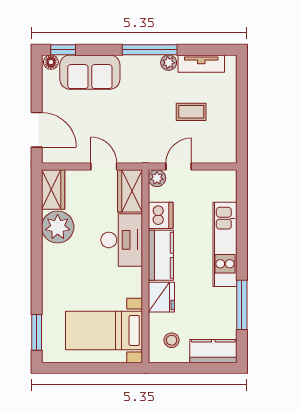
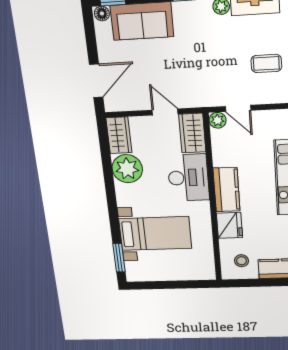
coffee table: (191, 112) -> (266, 63), moved
door: (37, 130) -> (96, 81), hinge flipped
door: (179, 166) -> (238, 108), swing flipped
dishwasher: (161, 215) -> (224, 154), removed
bed with nightstands: (104, 330) -> (155, 234), moved, turned 180

